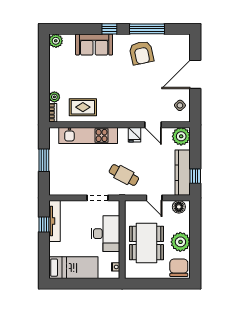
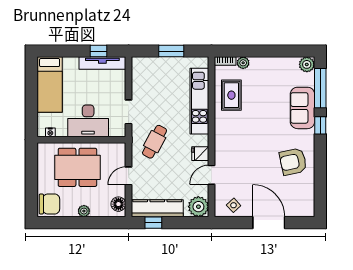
window: (147, 29) -> (320, 88), moved
plant: (180, 242) -> (84, 211), width x0.53, depth x0.53

